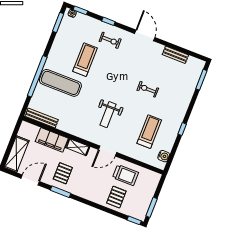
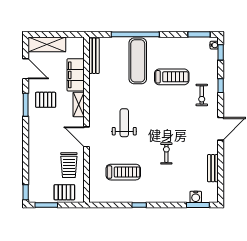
weight bench: (108, 115) -> (124, 123), turned 90
water cooler: (164, 156) -> (196, 197), moved
pallet: (116, 197) -> (64, 192), moved

